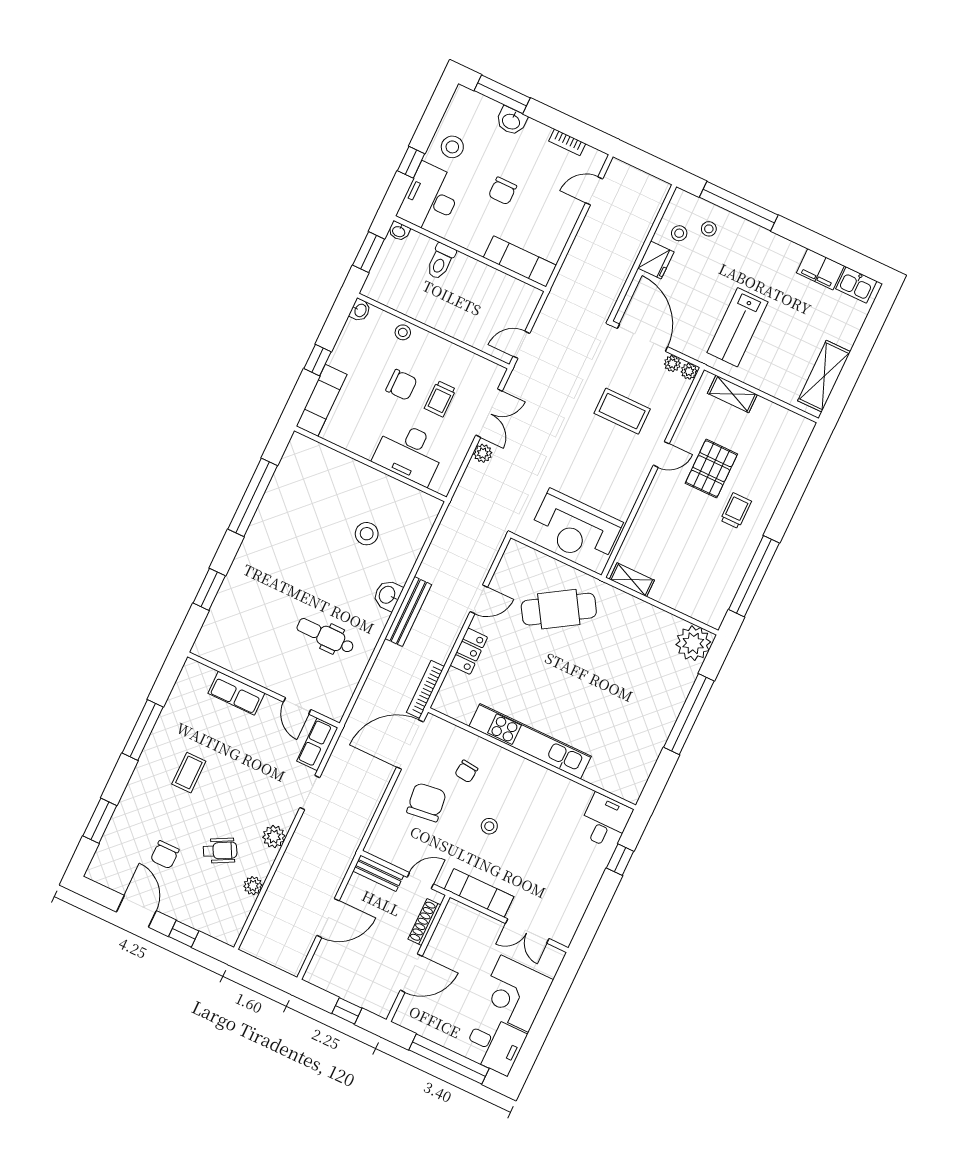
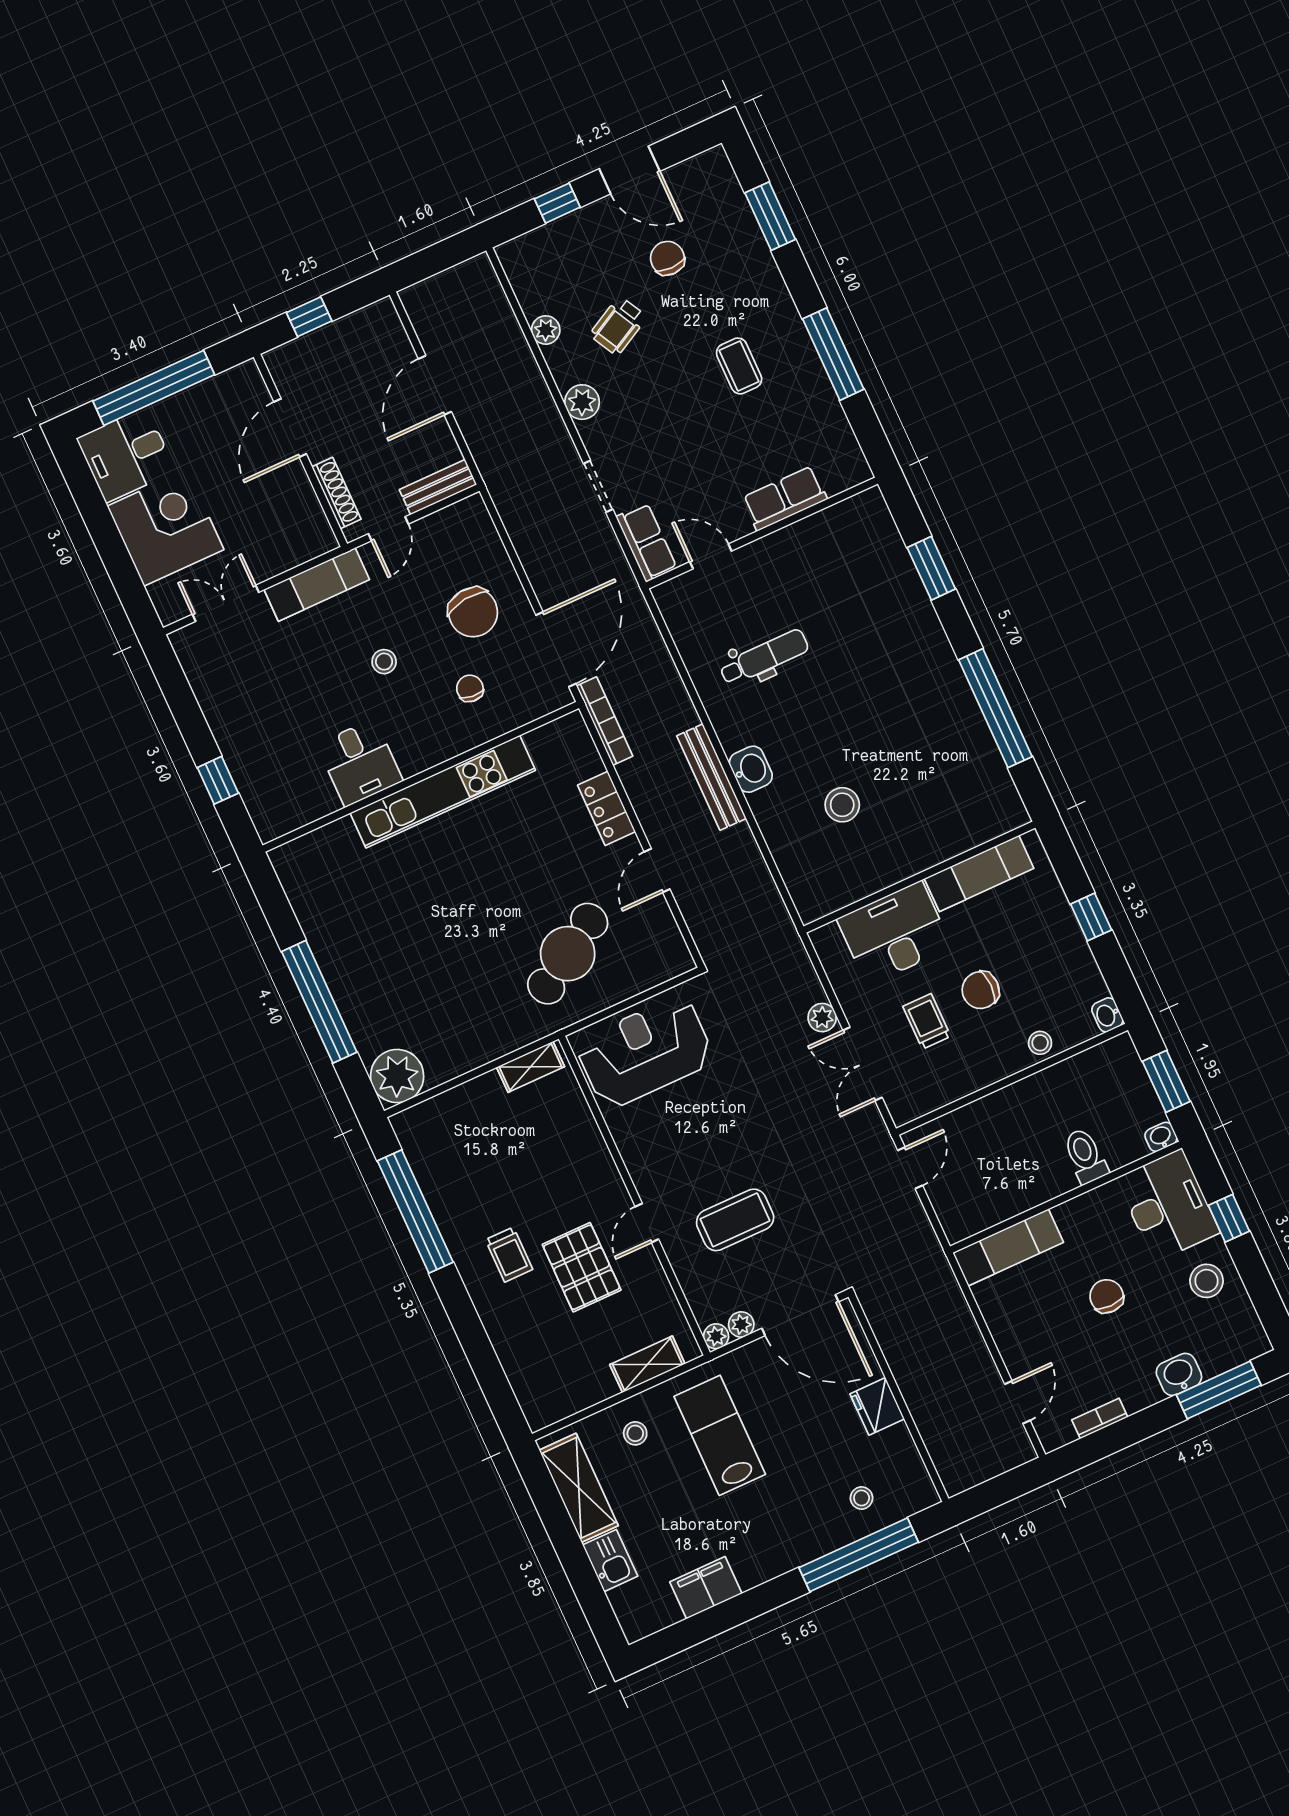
stool: (679, 233) -> (635, 1433), moved
kitchen sink: (856, 285) -> (610, 1561), moved, turned 90
exam couch: (322, 400) -> (979, 873), moved, turned -90
desk: (605, 821) -> (360, 763), moved

